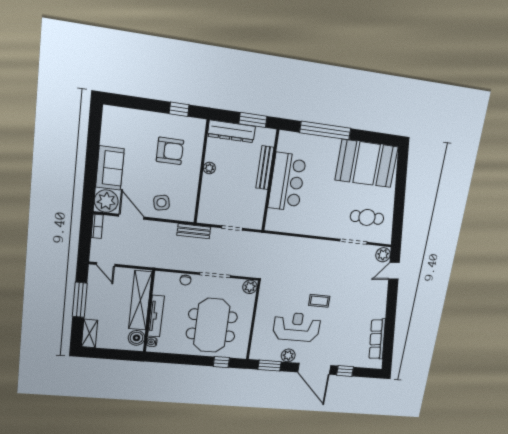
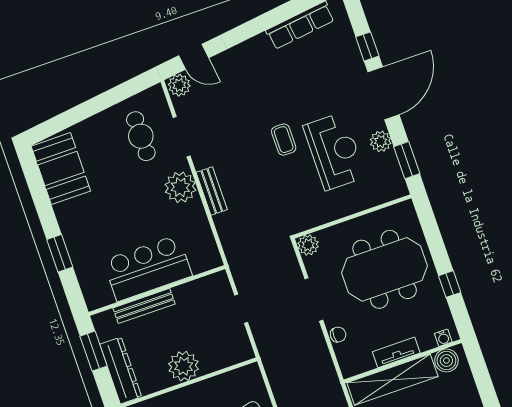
window: (325, 130) -> (60, 253), width x0.47
booth: (366, 163) -> (61, 169), width x0.73, depth x0.70
plant: (209, 168) -> (184, 366), width x1.88, depth x1.88
plant: (325, 226) -> (180, 187), added
bench: (194, 231) -> (212, 191), moved
tv unit: (156, 316) -> (396, 352), width x0.71
reception desk: (297, 327) -> (334, 151), turned 180
window: (221, 362) -> (450, 284), moved

